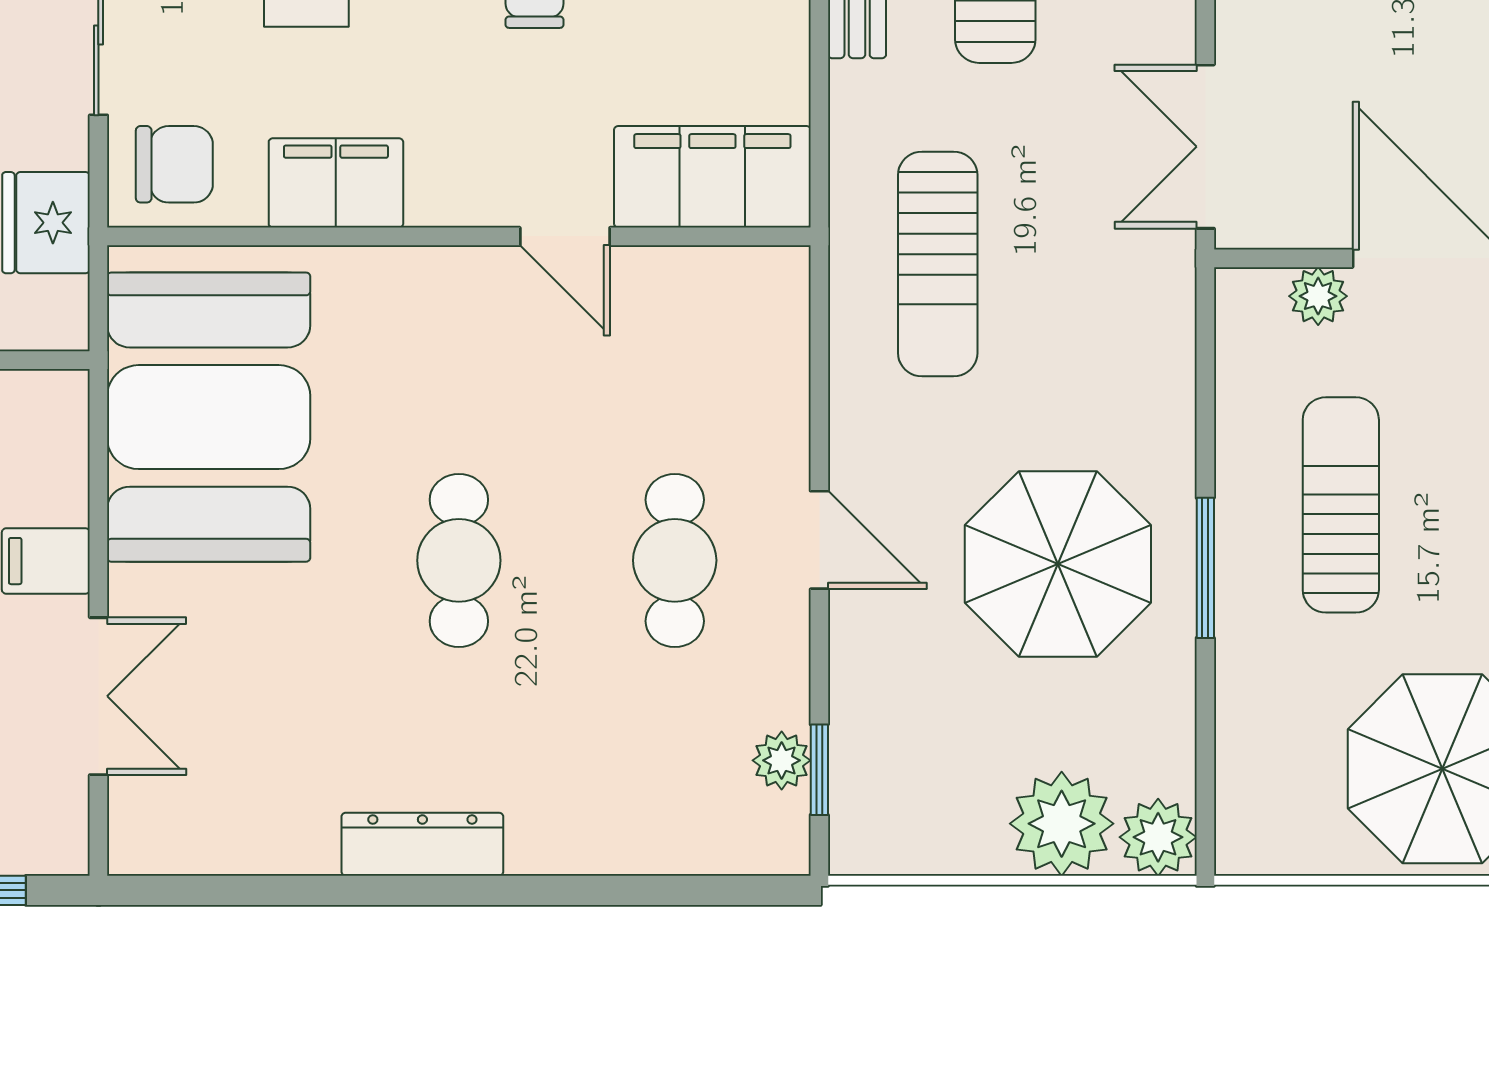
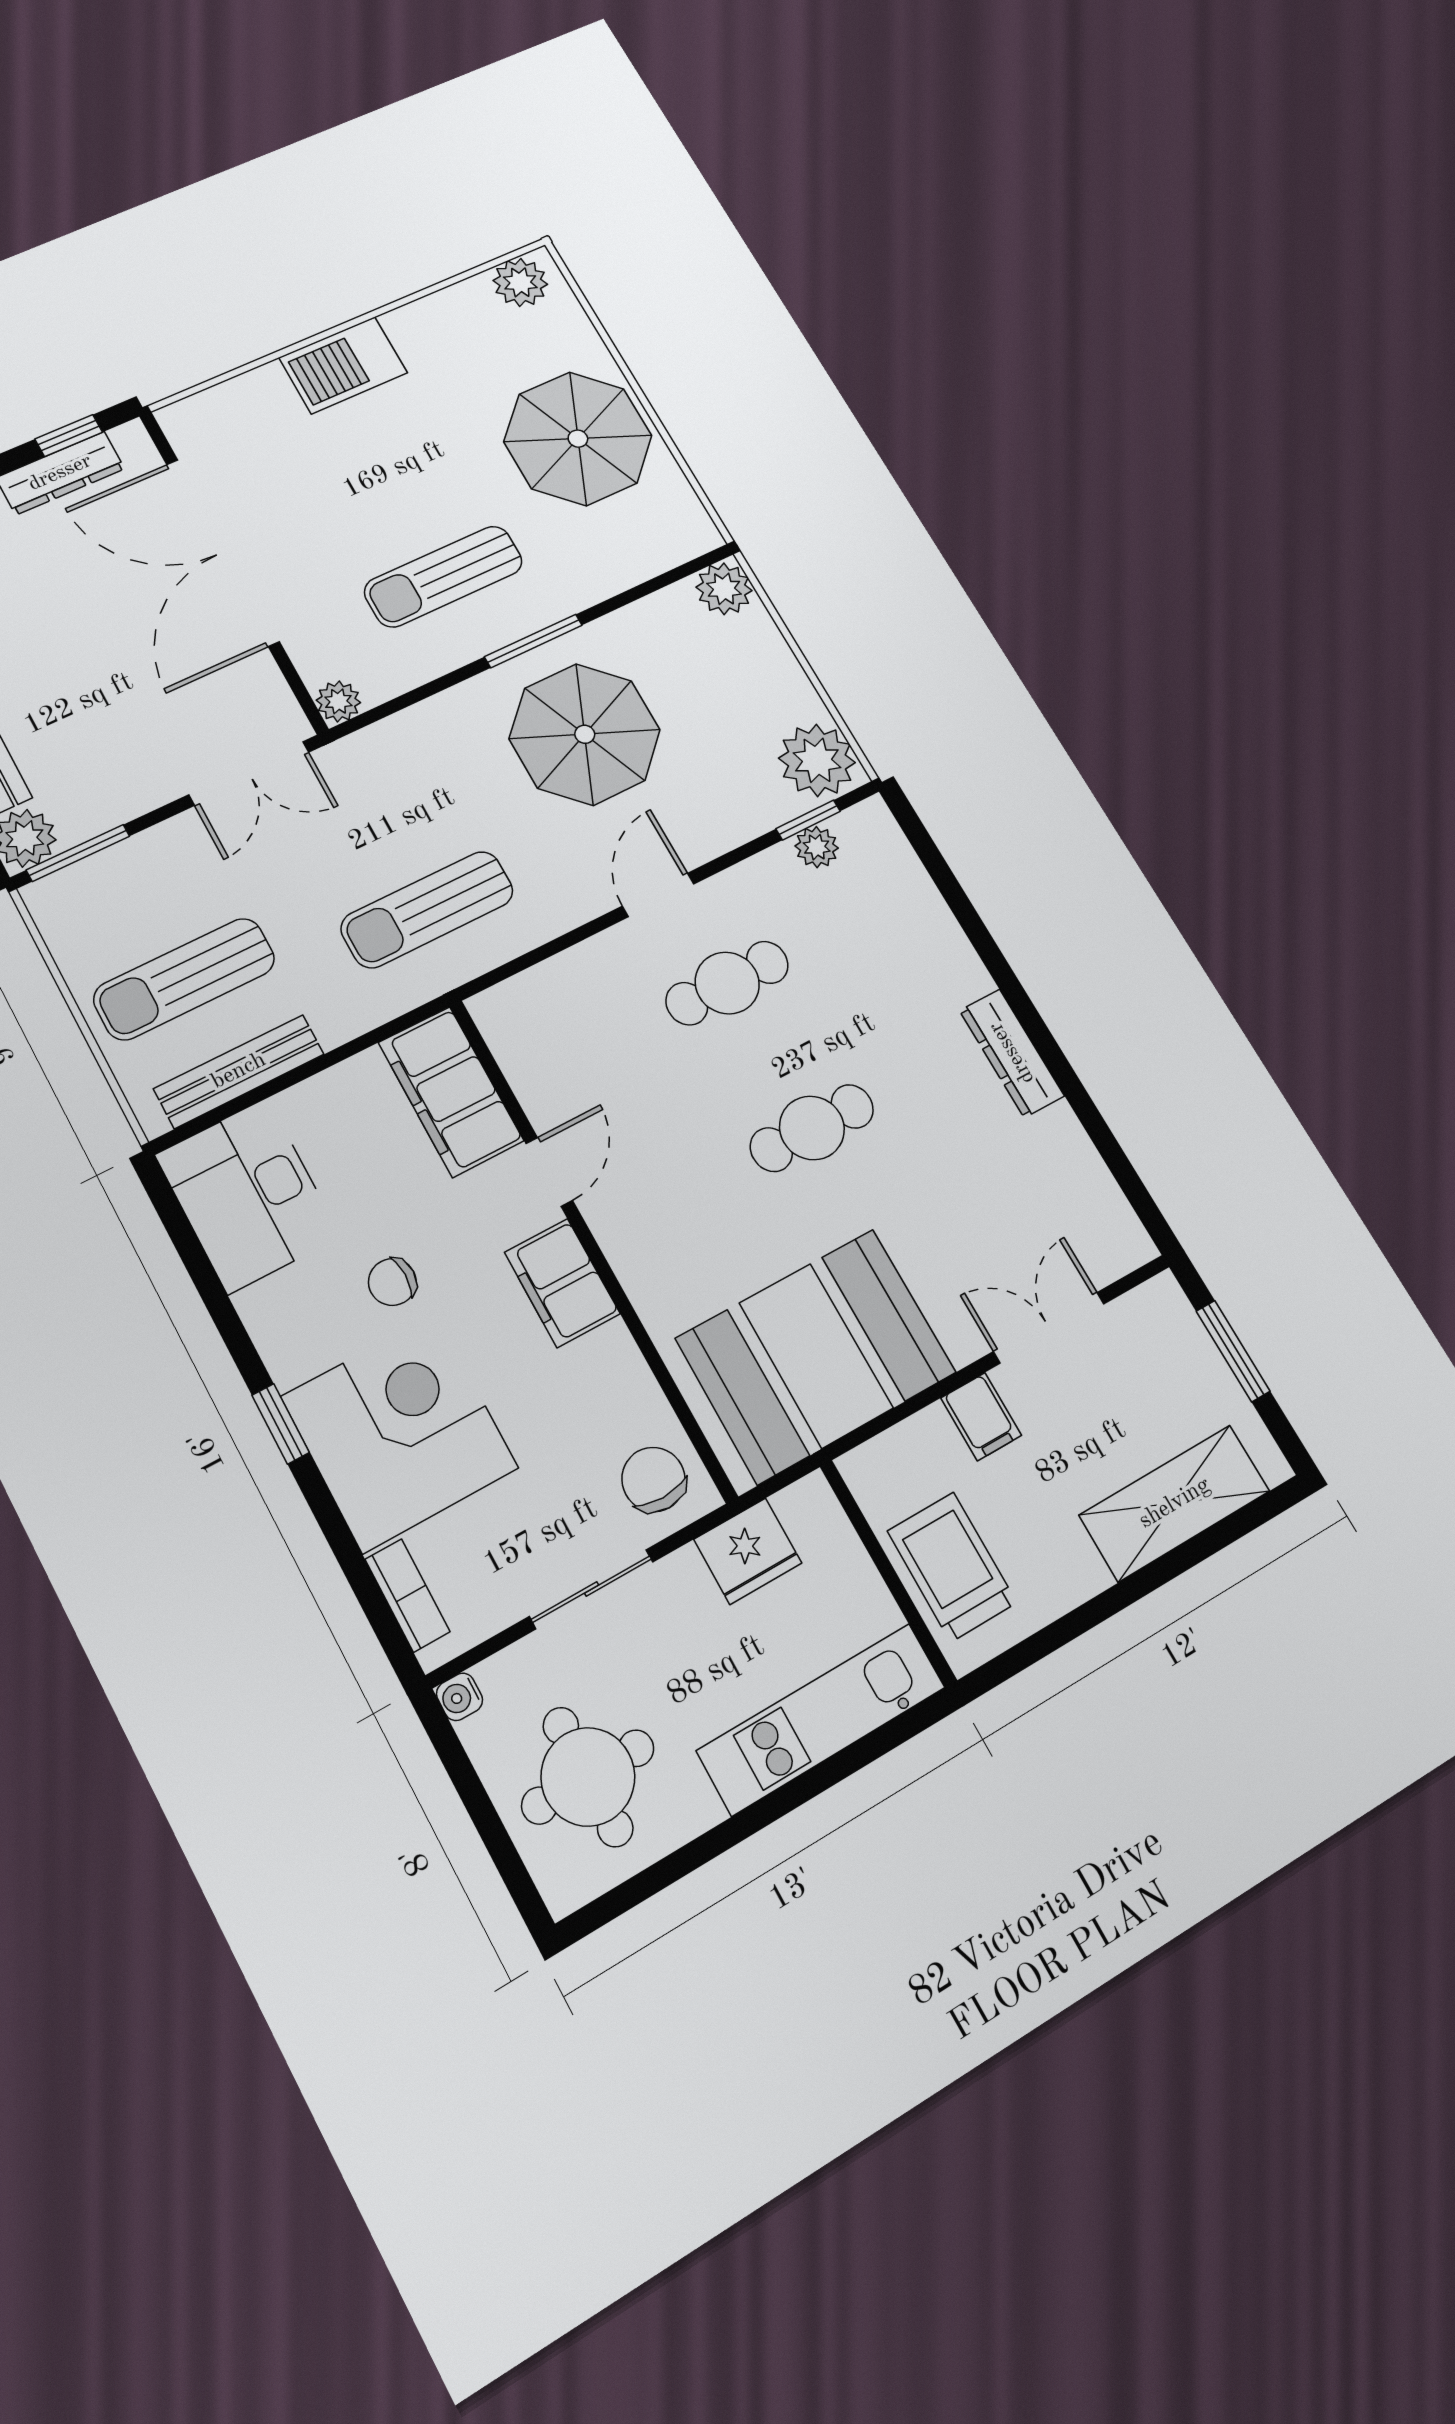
filing cabinet: (336, 183) -> (562, 1283), moved
sun lounger: (938, 264) -> (427, 909), turned 180
plant: (1318, 296) -> (338, 701), moved
plant: (1062, 824) -> (817, 760), moved

